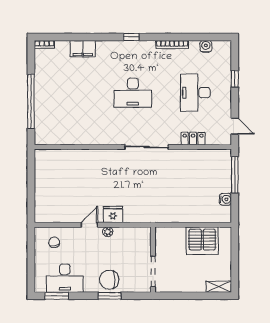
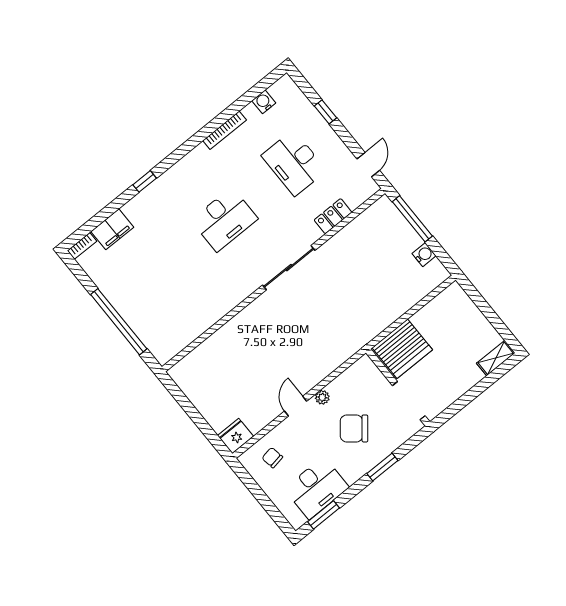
window: (131, 37) -> (145, 181), moved
filing cabinet: (83, 49) -> (112, 229), moved
door: (235, 126) -> (368, 165), hinge flipped
fridge: (113, 214) -> (235, 436), moved
server rack: (202, 241) -> (402, 349), moved
chair: (109, 280) -> (354, 428), moved, turned 39

